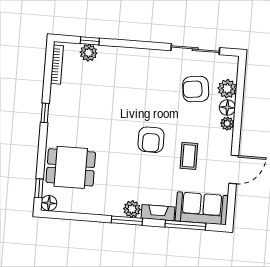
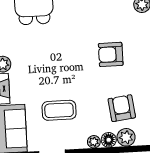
armchair: (151, 140) -> (111, 54), moved
coffee table: (189, 156) -> (59, 110), width x1.36, depth x1.30

